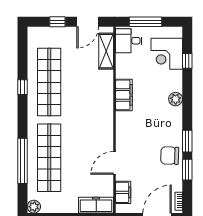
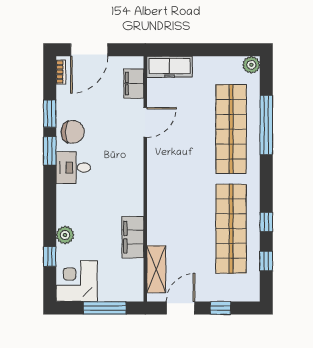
desk: (129, 41) -> (73, 168), moved, turned 180
corner desk: (167, 54) -> (77, 281), moved, turned -90
window: (22, 57) -> (266, 261), added
filing cabinet: (124, 95) -> (133, 237), moved
plant: (176, 99) -> (65, 235), moved

